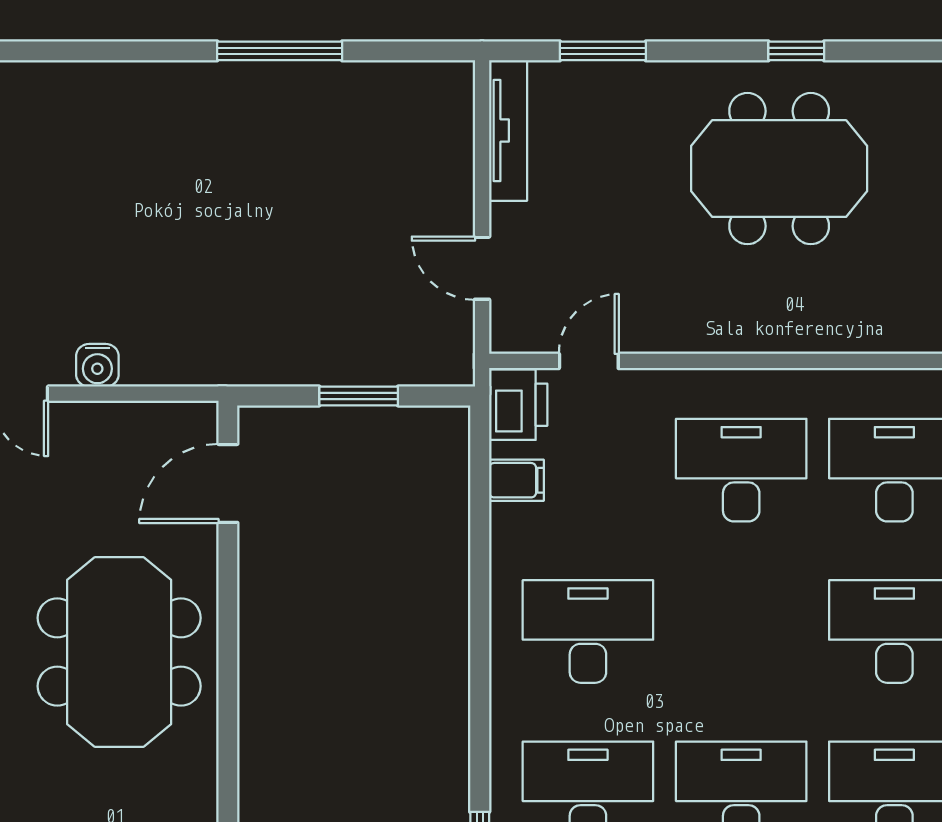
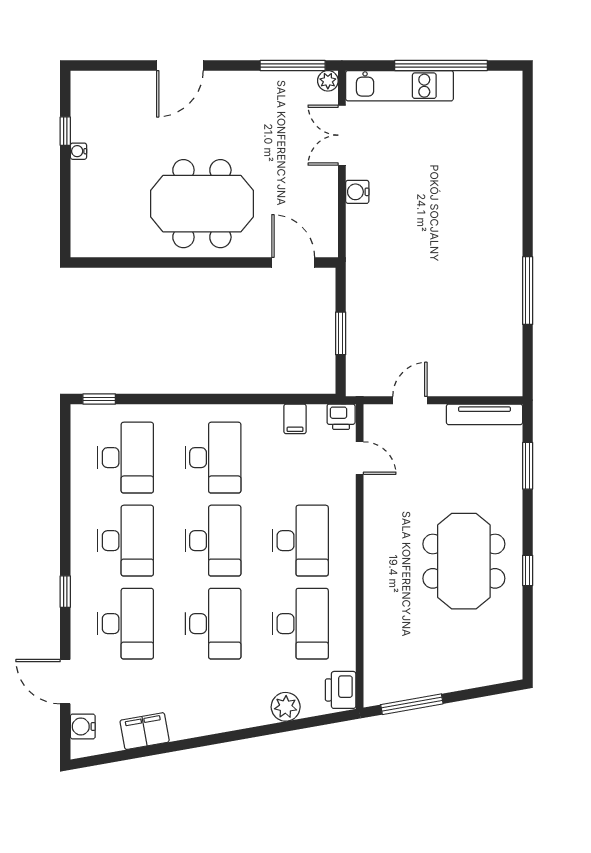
printer: (518, 405) -> (341, 417), width x0.73, depth x0.81
desk: (741, 631) -> (213, 541), added

